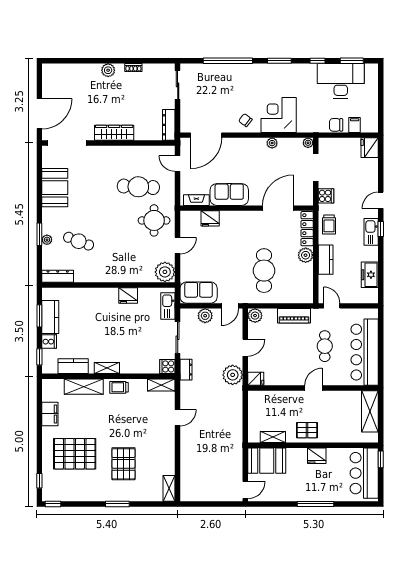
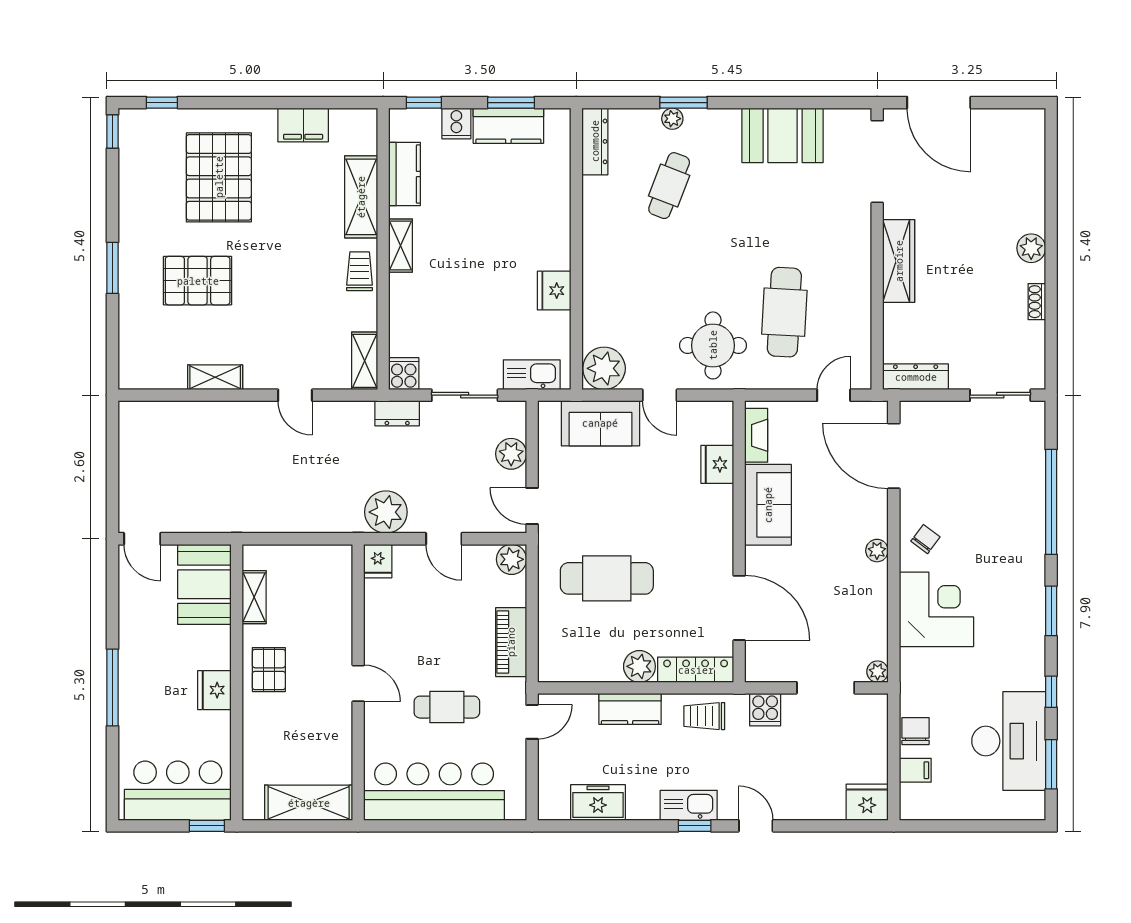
plant: (272, 143) -> (877, 551), moved
sofa: (199, 293) -> (600, 423), moved, turned 90
shelving: (169, 488) -> (215, 377), moved

